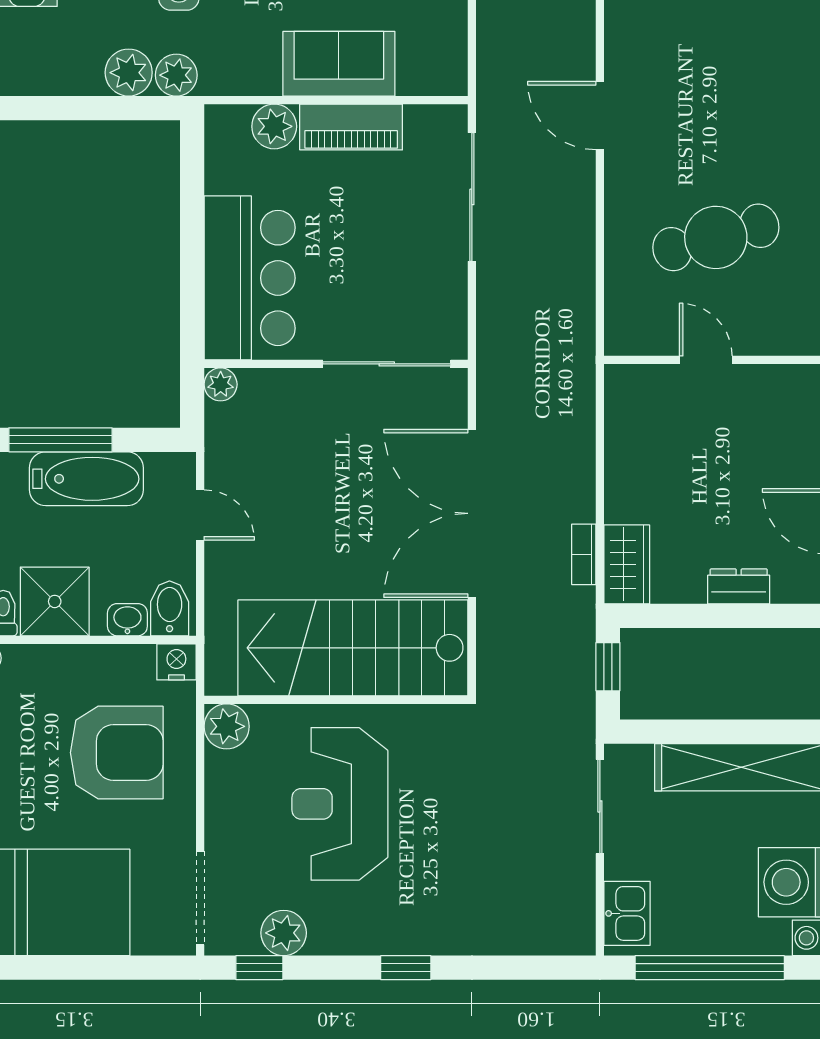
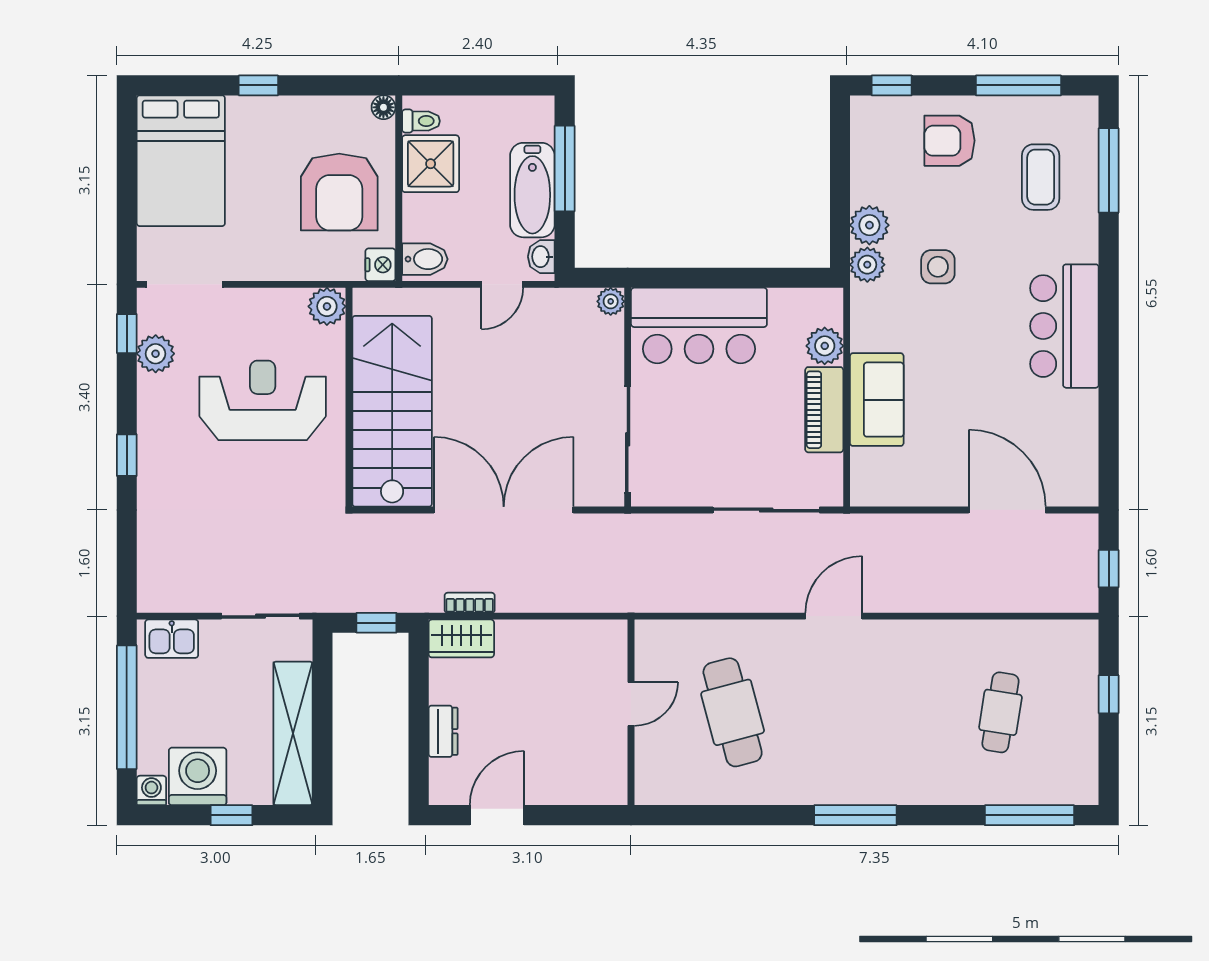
washbasin: (127, 620) -> (541, 257), moved, turned 180
armchair: (117, 753) -> (339, 192), moved

